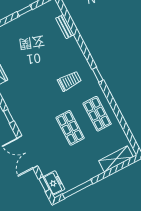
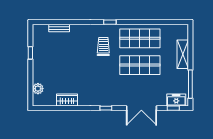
shop shelf: (97, 114) -> (140, 38), width x1.43, depth x1.36
shop shelf: (70, 128) -> (140, 65), width x1.43, depth x1.36
shelving: (116, 159) -> (183, 54), moved

